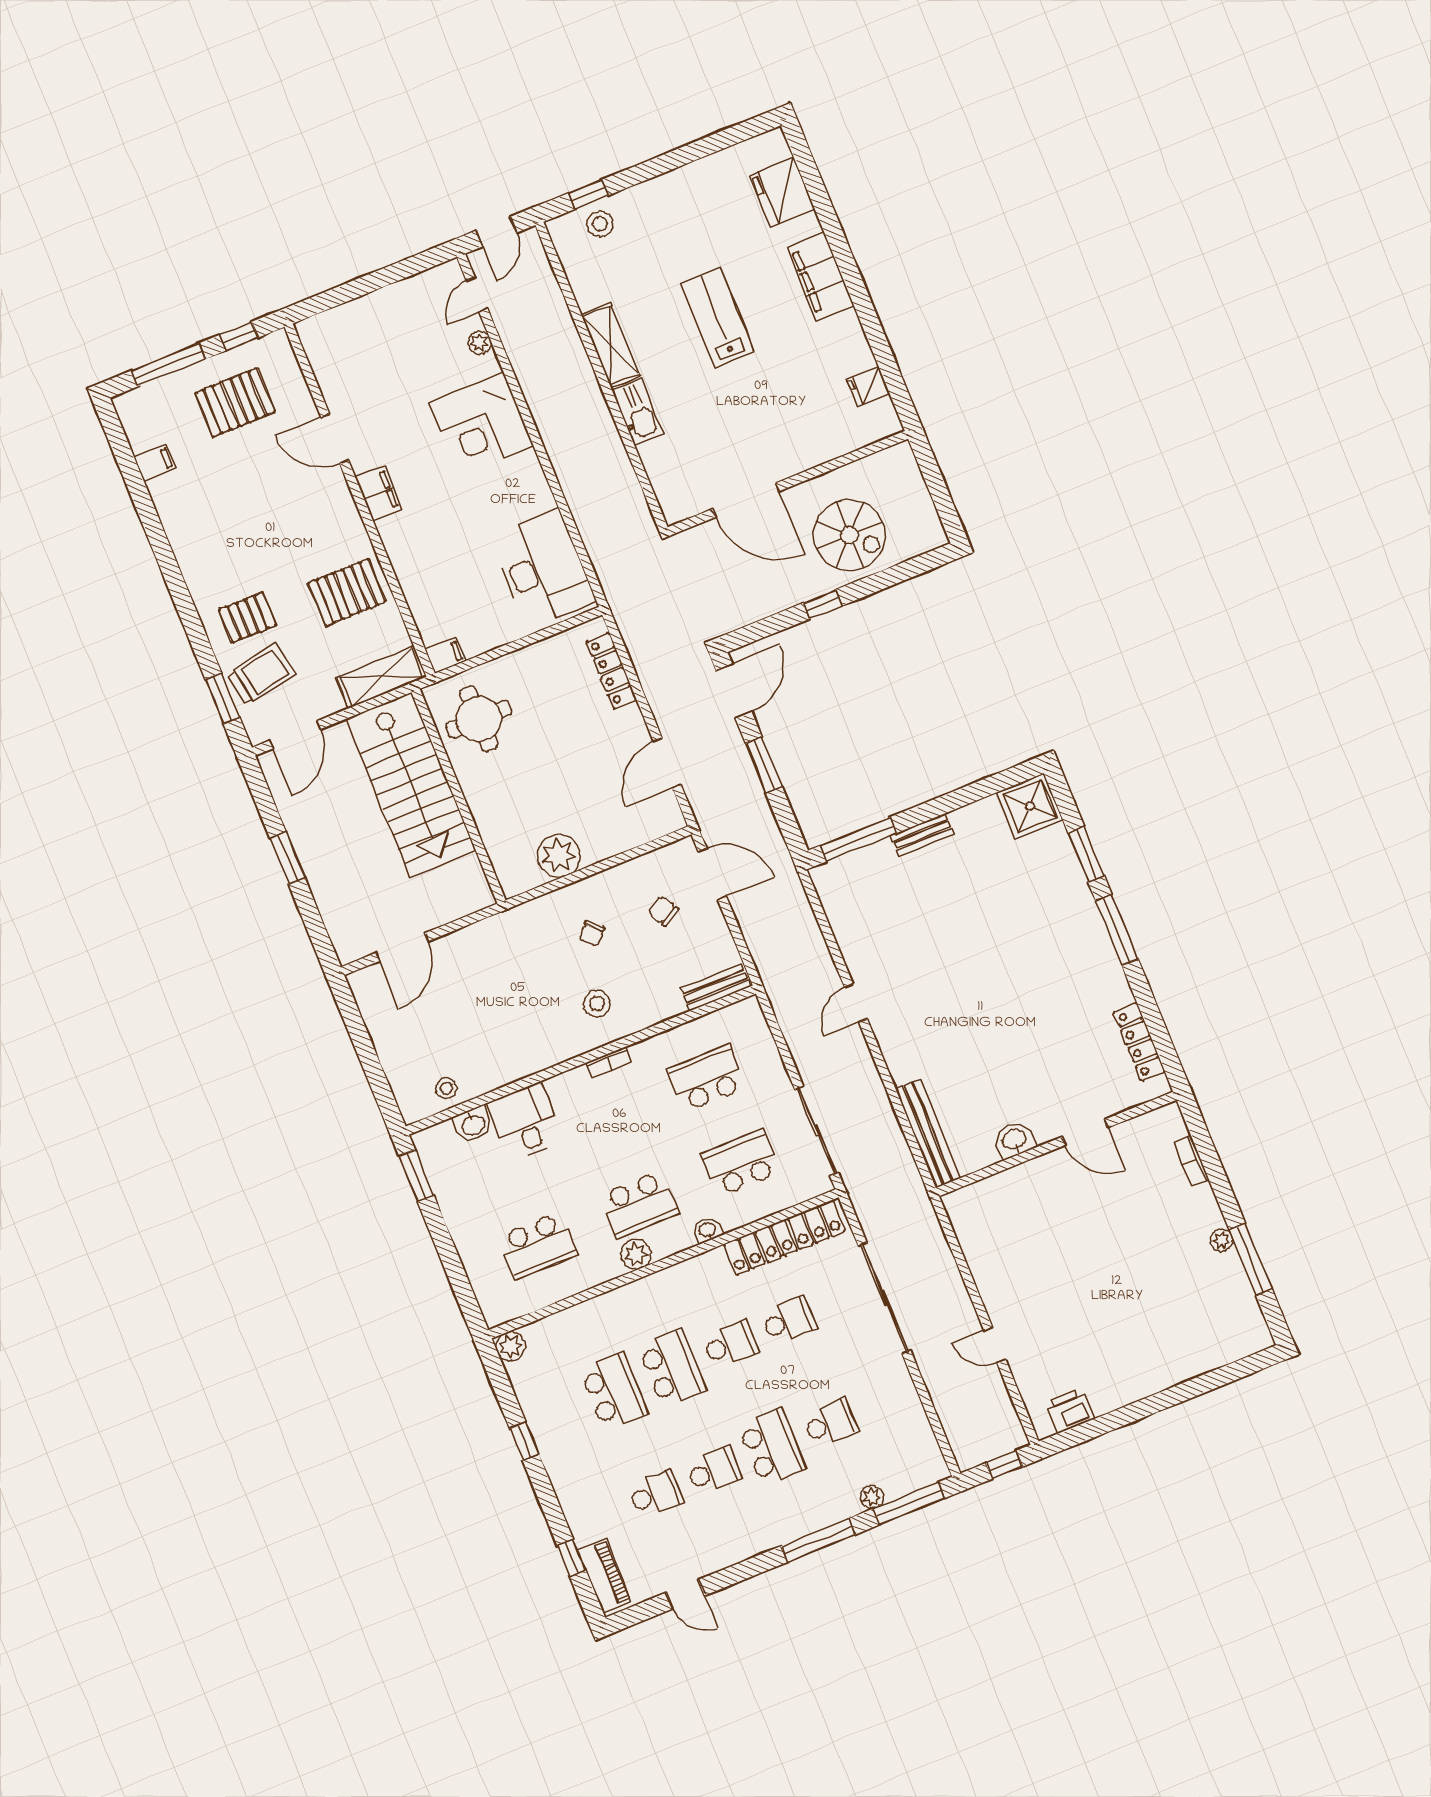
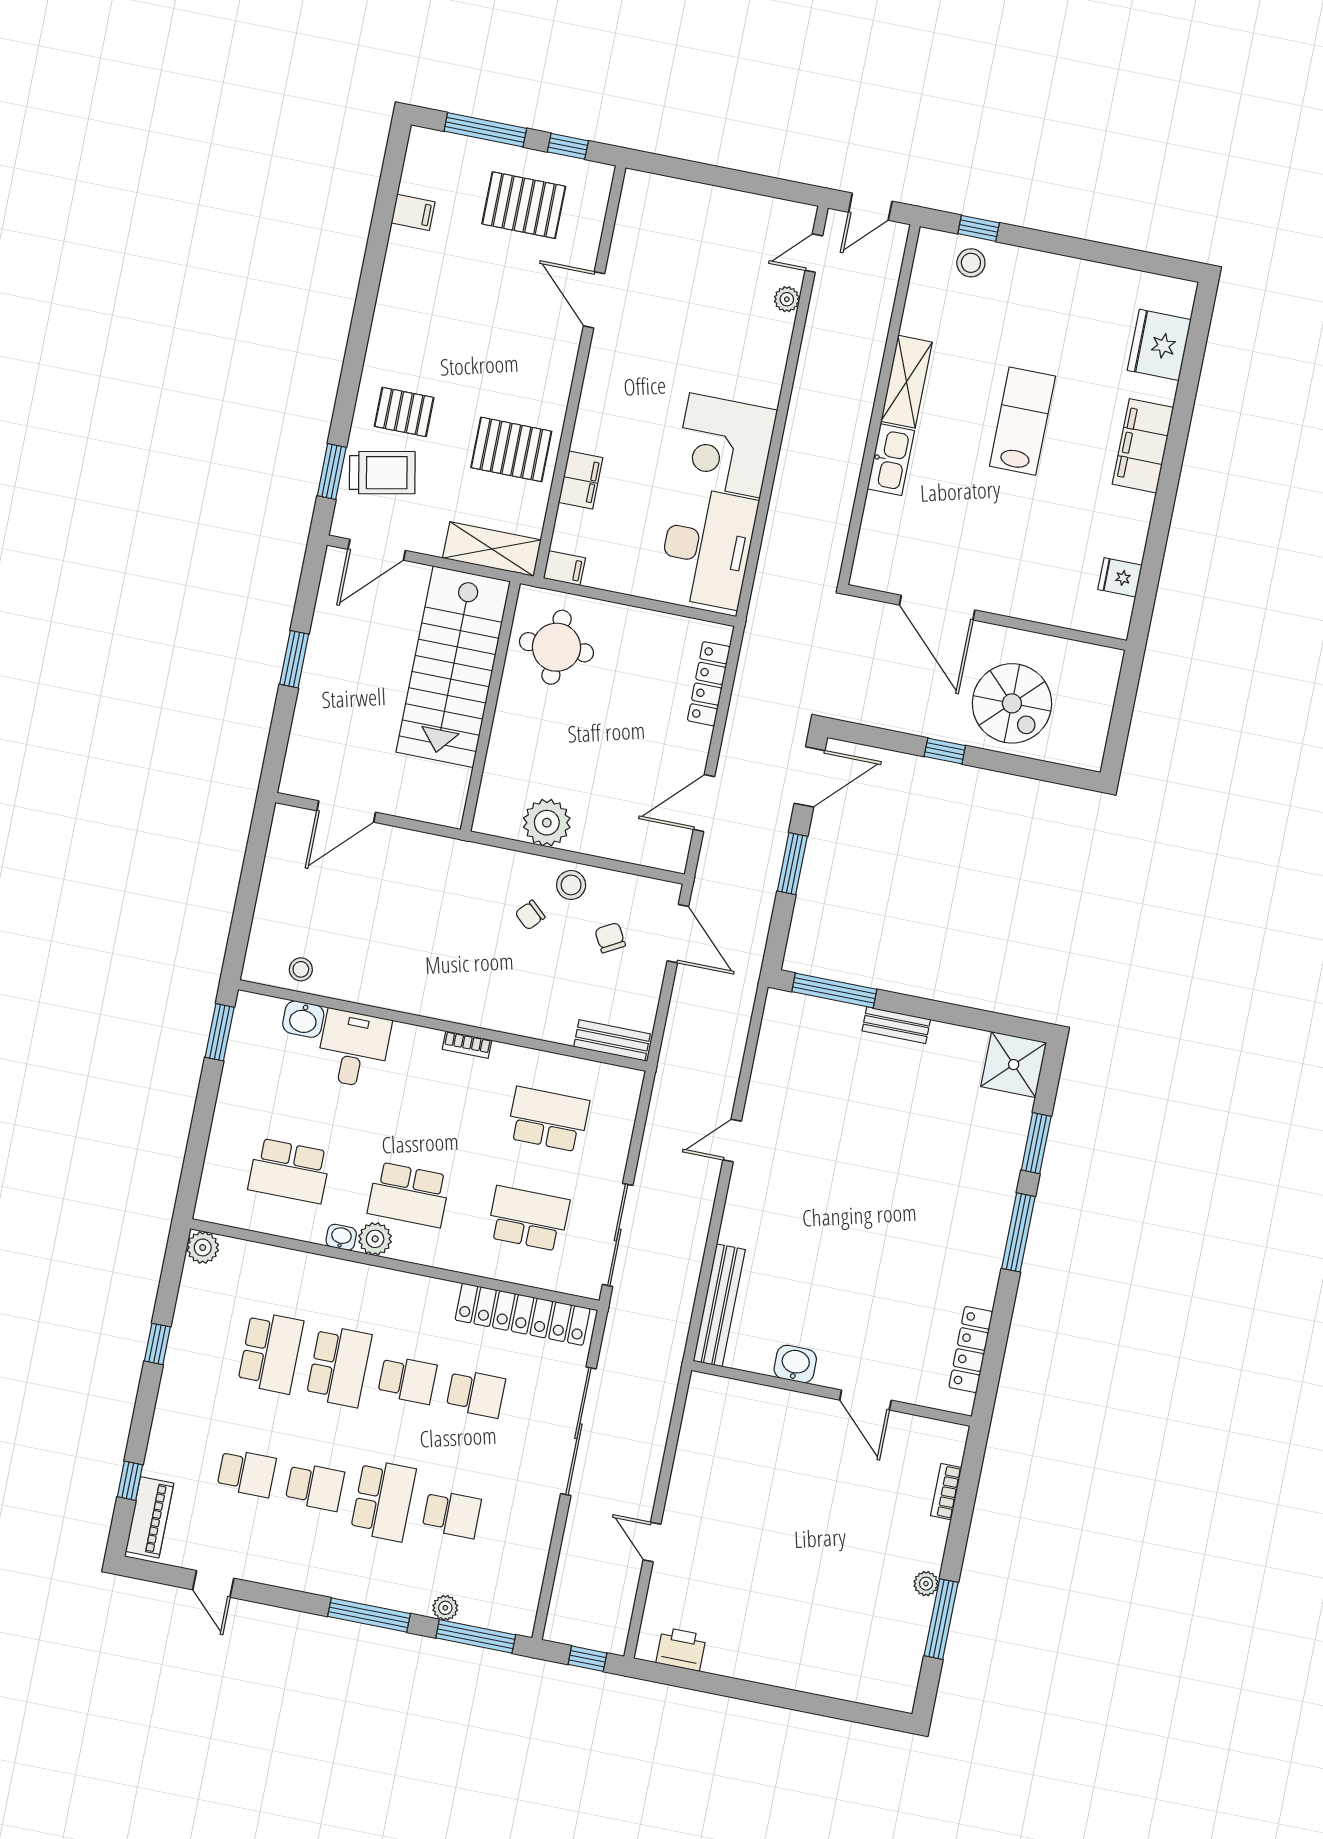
corner desk: (481, 424) -> (725, 445), moved
filing cabinet: (378, 493) -> (581, 480), moved
stool: (597, 1004) -> (571, 885), moved
washbasin: (707, 1230) -> (341, 1237), moved

